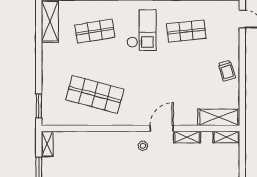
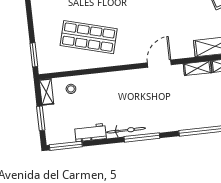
shelving: (187, 137) -> (197, 68), moved
stool: (143, 146) -> (71, 89), moved

